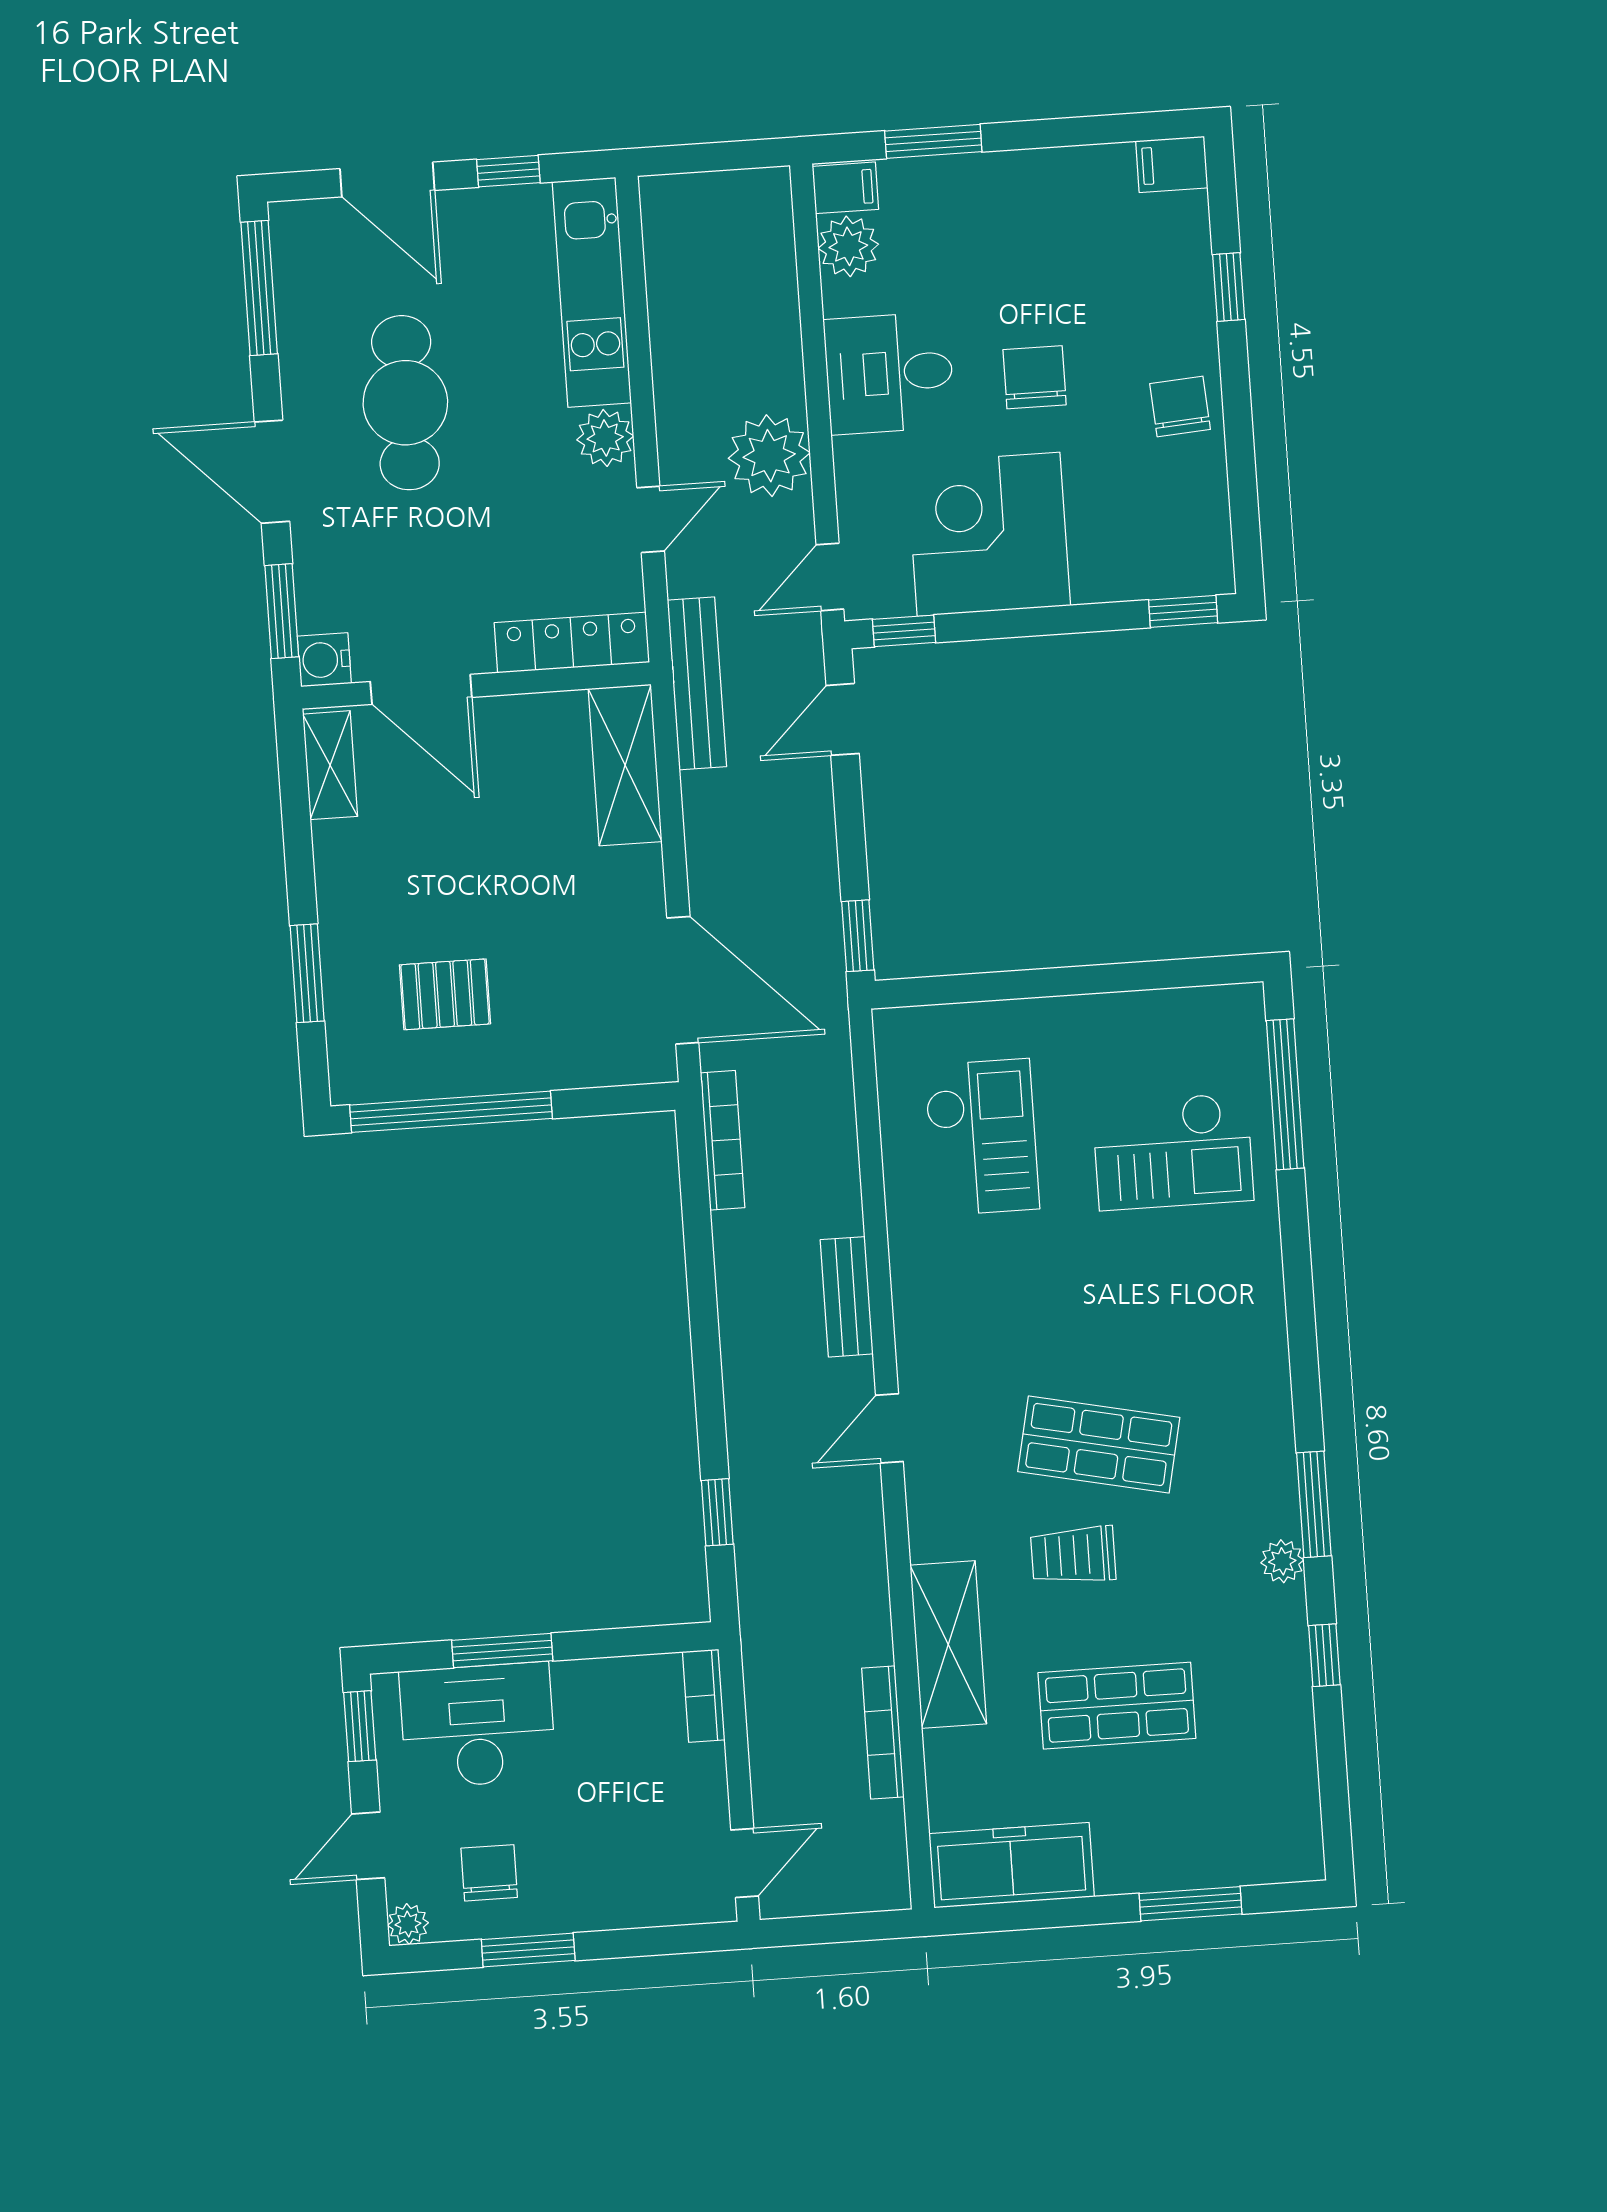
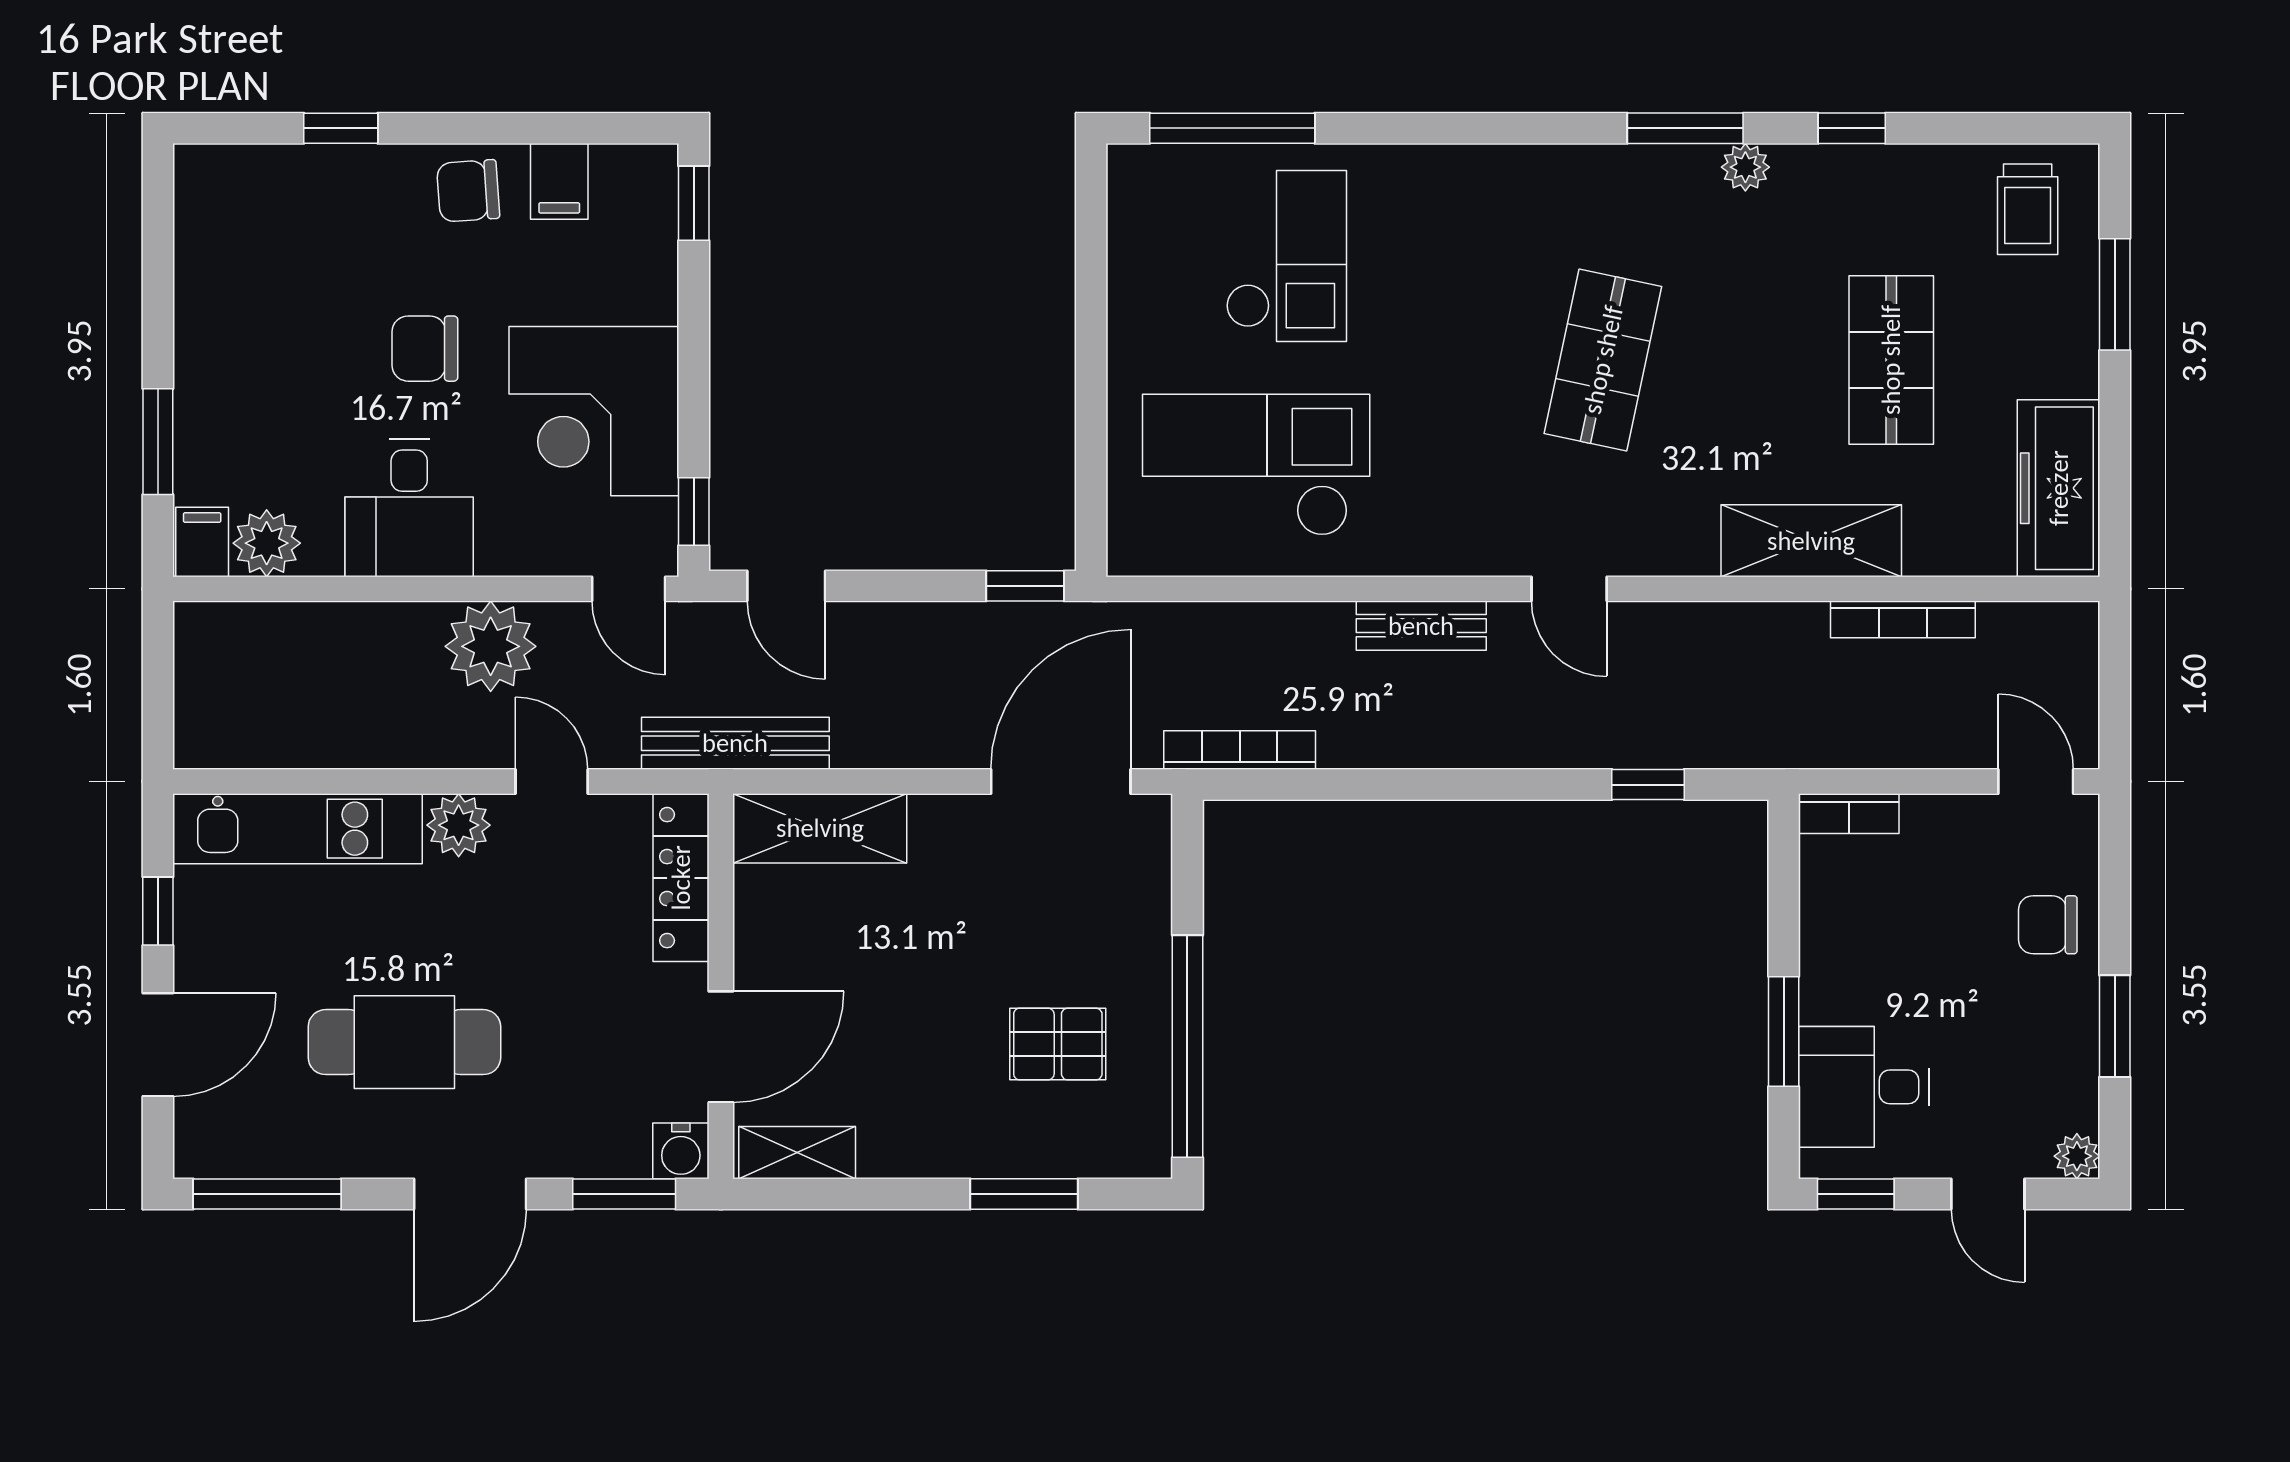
filing cabinet: (1172, 164) -> (559, 181), moved
pallet: (445, 994) -> (1058, 1044), turned 90
checkout: (982, 1137) -> (1256, 465), width x1.36, depth x1.21
trolley: (1073, 1555) -> (2028, 209), moved
desk: (478, 1725) -> (1864, 1087), width x0.73
chair: (489, 1873) -> (2048, 925), moved

